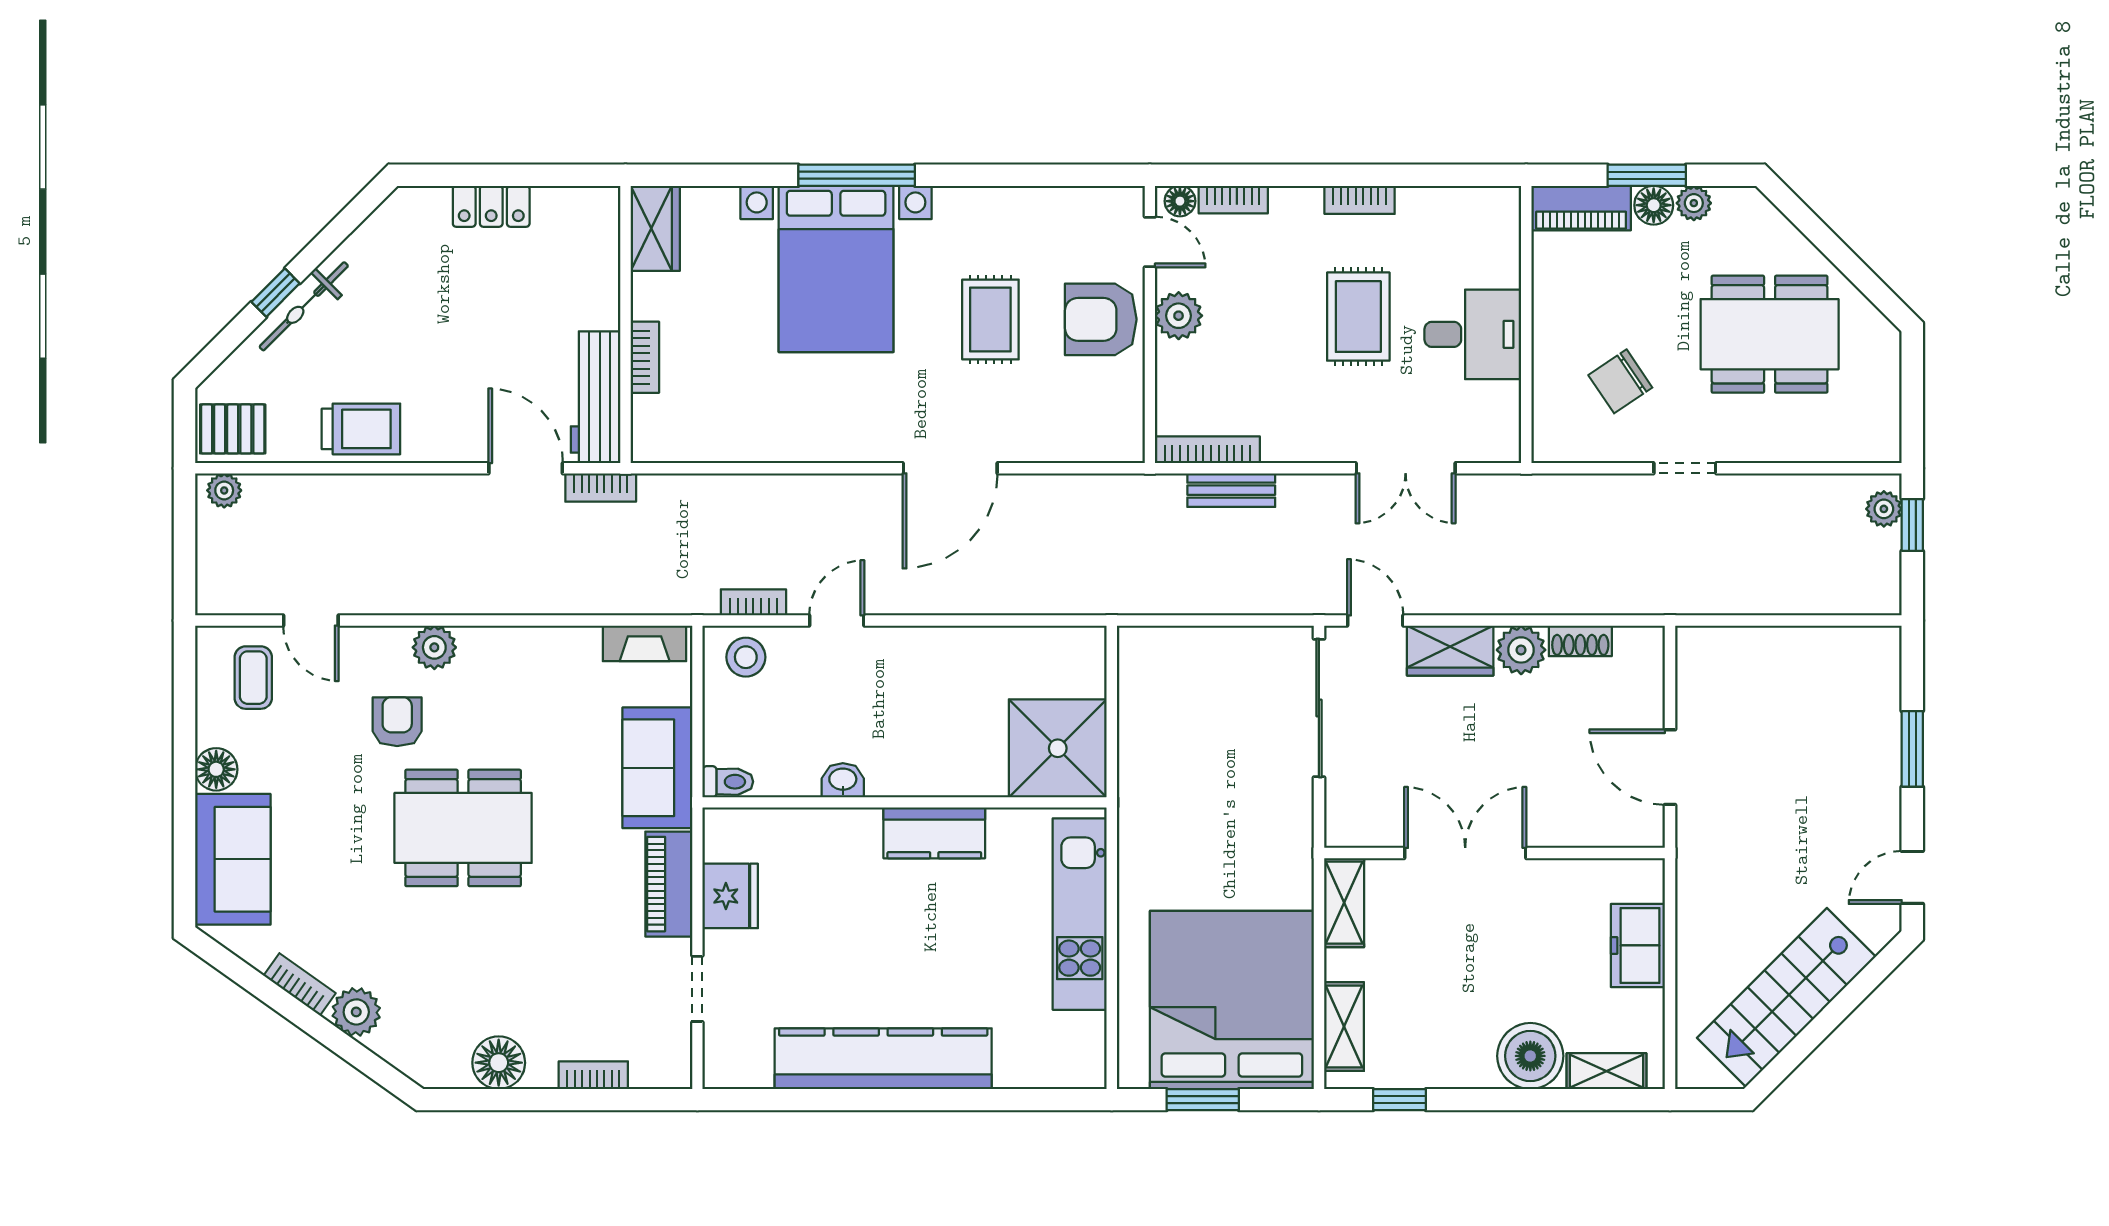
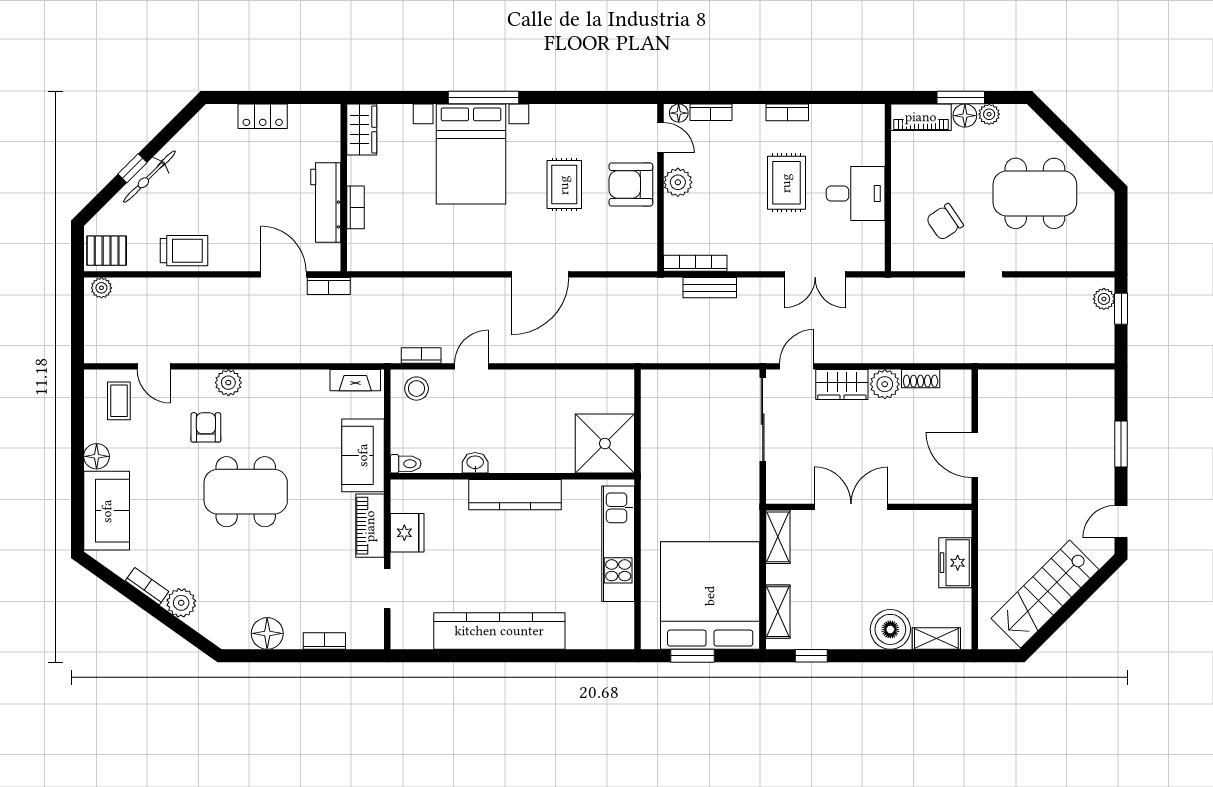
workbench: (596, 397) -> (326, 203), moved
door: (1375, 620) -> (797, 366), hinge flipped
kitchen counter: (934, 833) -> (515, 495), width x1.50

